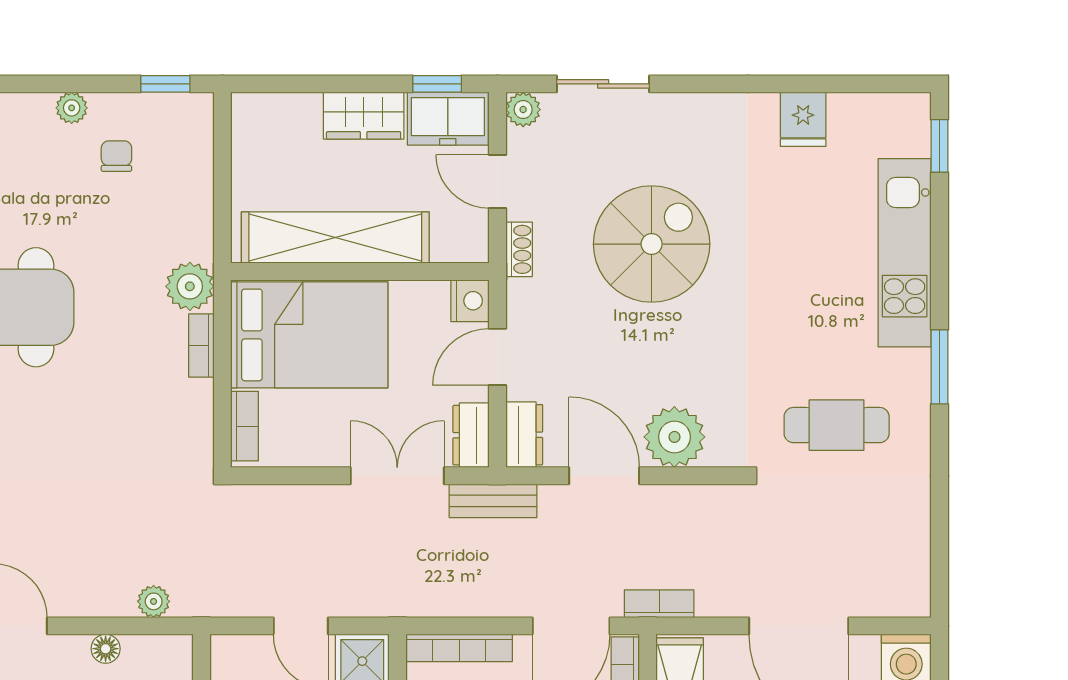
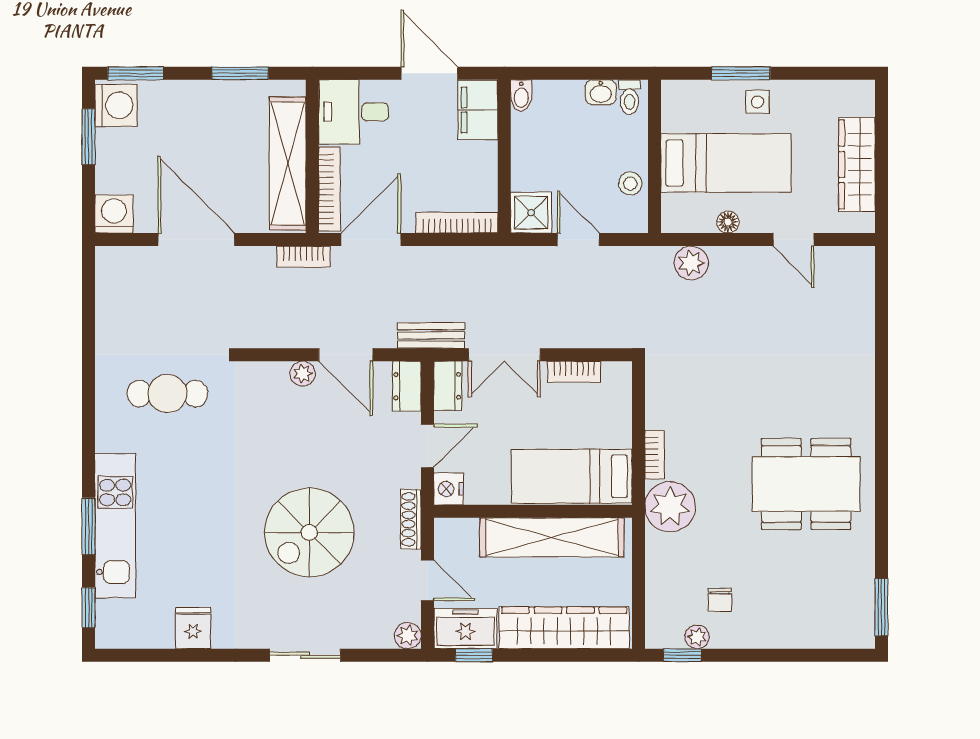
sliding door: (603, 84) -> (305, 655), moved
plant: (72, 108) -> (697, 637), moved
wardrobe: (364, 116) -> (564, 628), width x2.10, depth x1.17
shoe rack: (519, 249) -> (411, 519), width x1.43
plant: (190, 286) -> (670, 507), width x1.36, depth x1.36
bed: (309, 335) -> (572, 476), width x0.67
window: (939, 367) -> (89, 526), moved
bookcase: (245, 426) -> (574, 372), moved, turned -90
plant: (674, 437) -> (303, 374), width x0.53, depth x0.53
plant: (154, 601) -> (691, 263), width x1.38, depth x1.38

